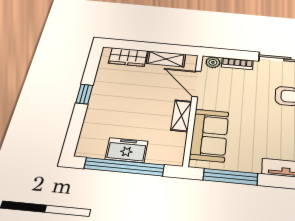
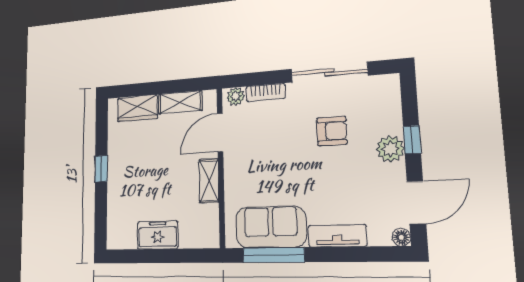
door: (196, 84) -> (220, 132), hinge flipped
sofa: (209, 135) -> (271, 227), moved, turned -90
window: (124, 167) -> (159, 256), removed

